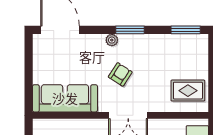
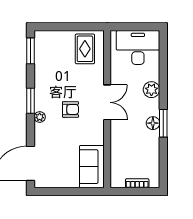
armchair: (120, 74) -> (70, 109), turned 147
sofa: (65, 98) -> (92, 167), width x0.73

